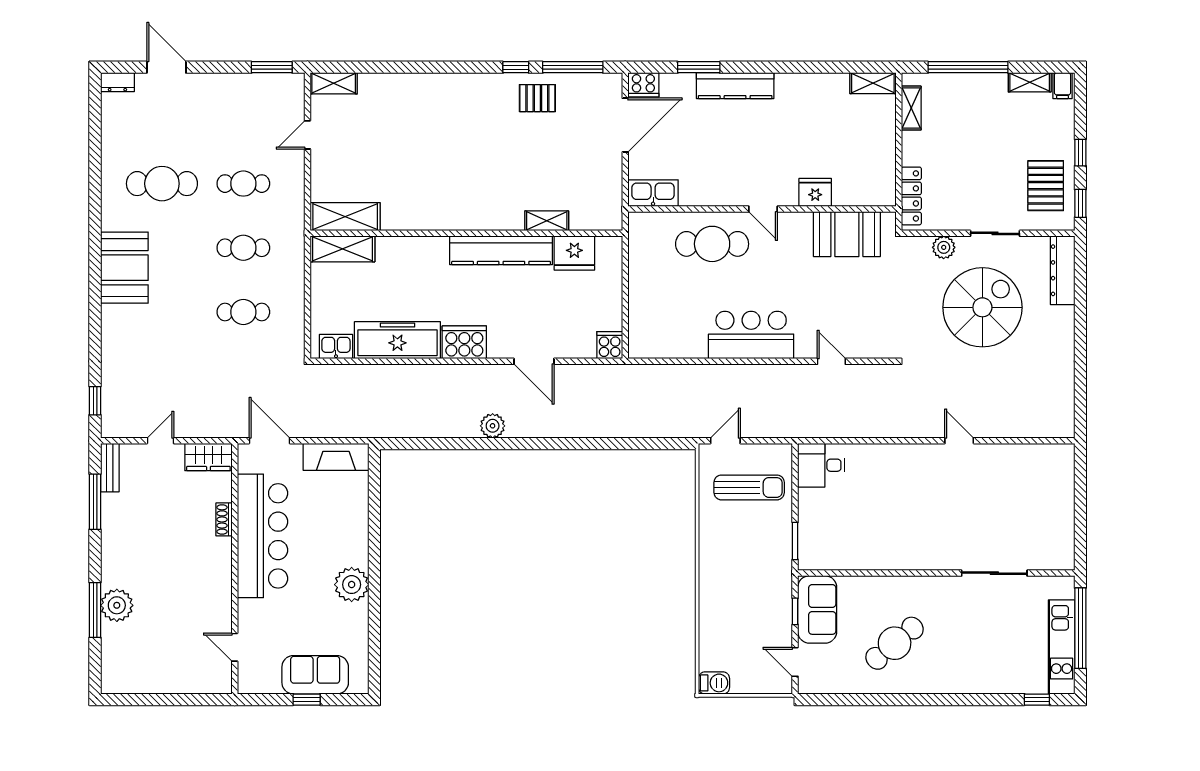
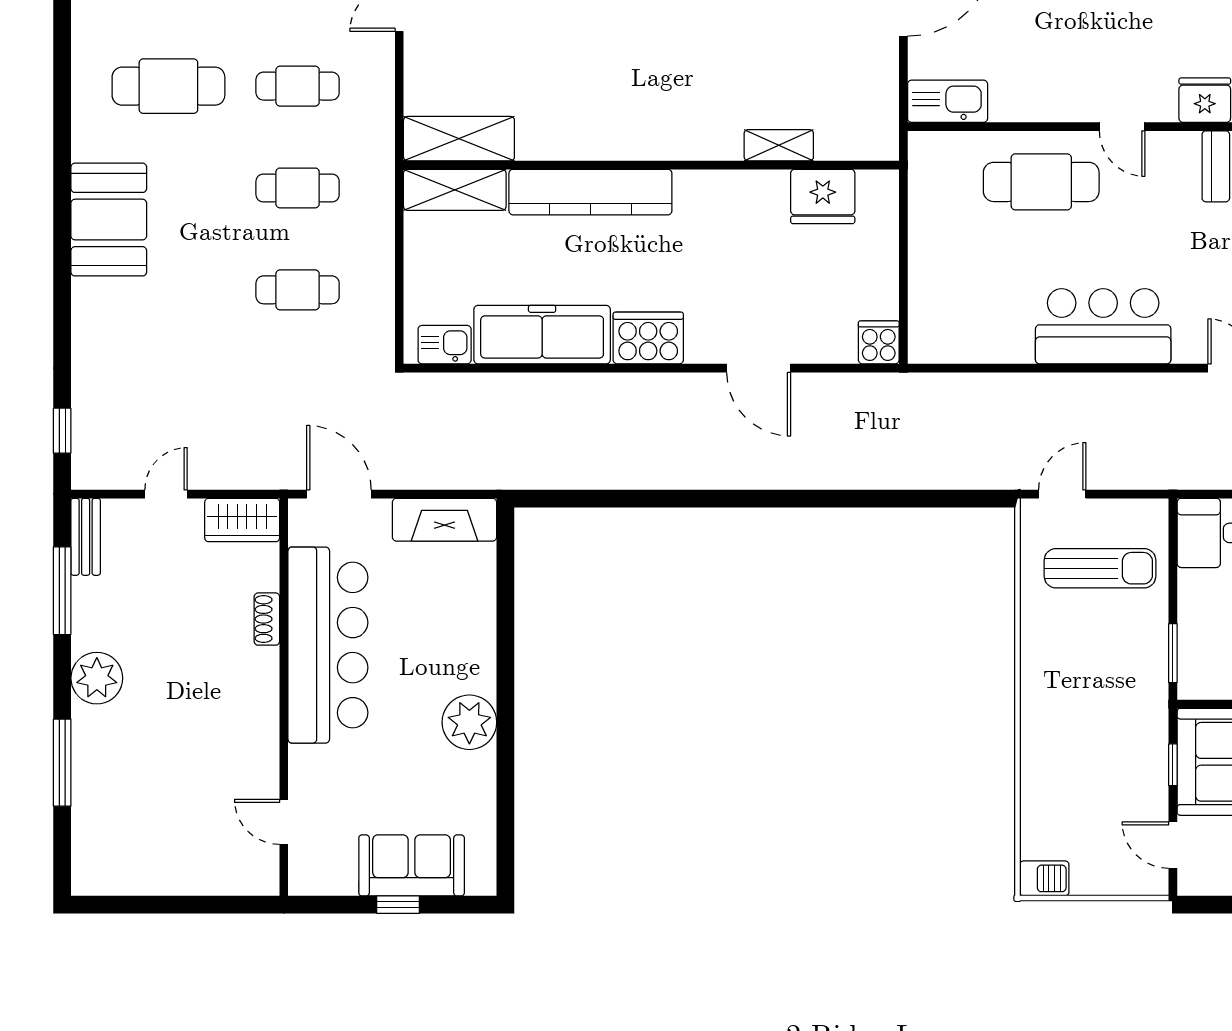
kitchen counter: (501, 250) -> (590, 192), moved
plant: (493, 426) -> (693, 470), removed
plant: (117, 605) -> (97, 678), moved

